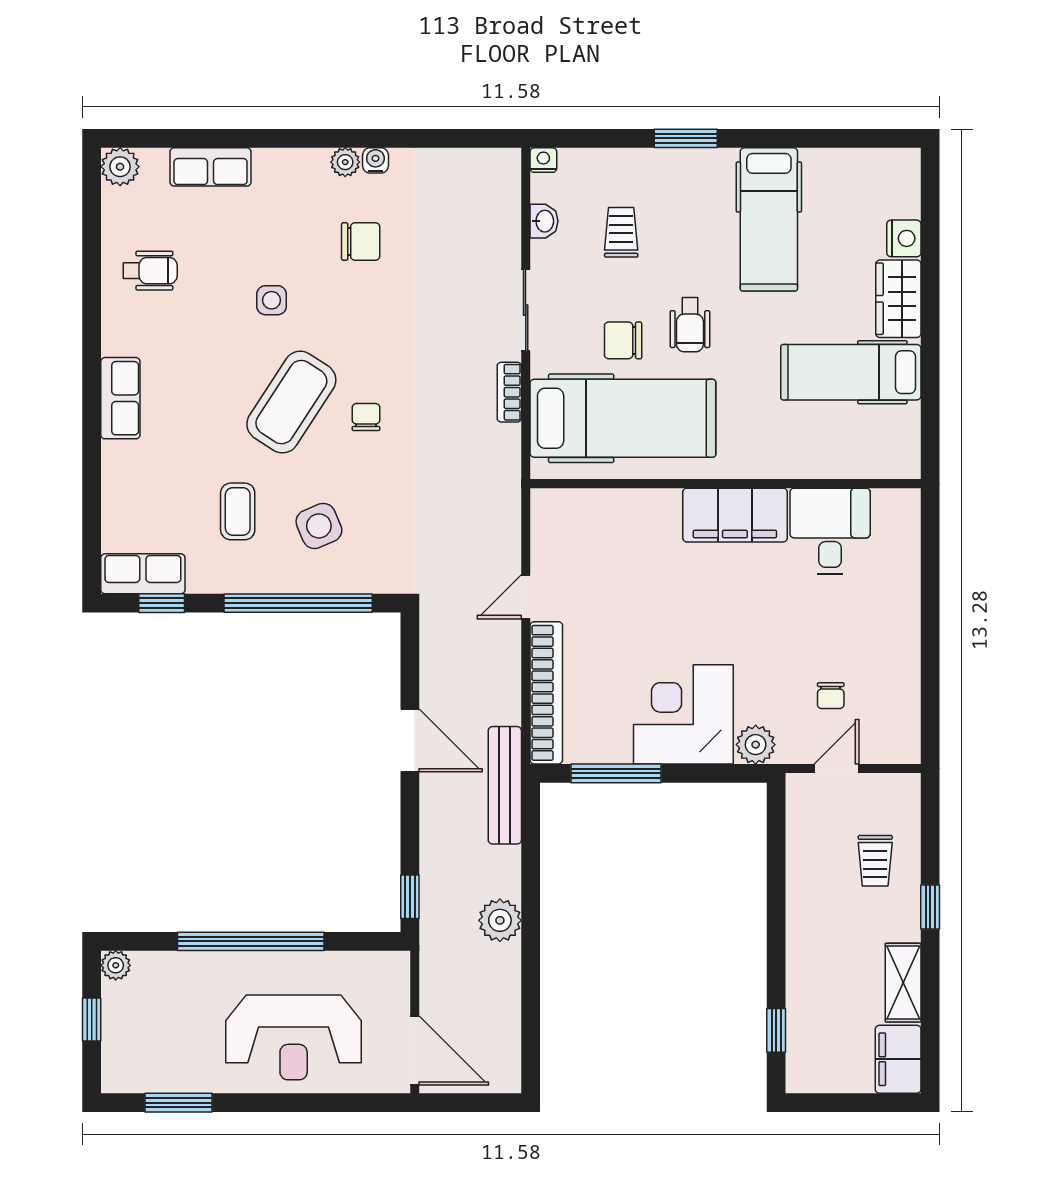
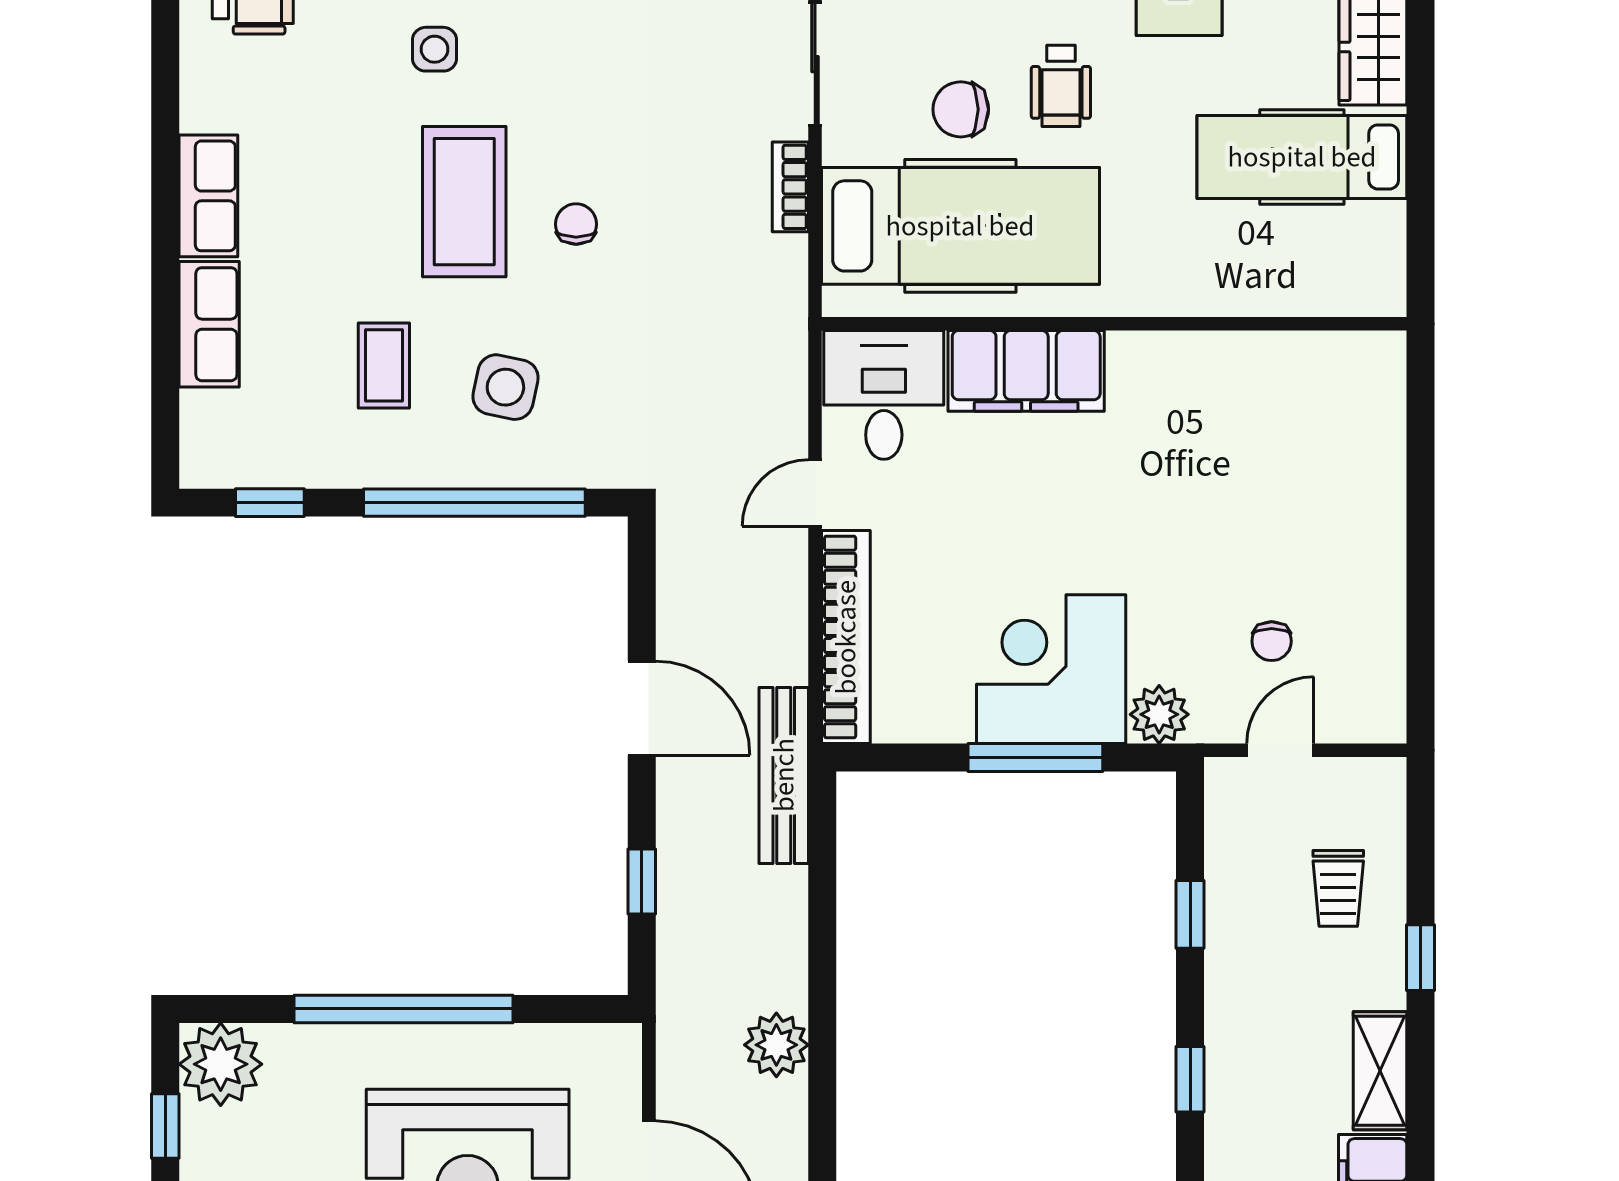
coffee table: (291, 402) -> (464, 202), turned -33
filing cabinet: (735, 515) -> (1026, 371), moved
side table: (319, 526) -> (505, 387), turned 35
desk: (830, 531) -> (884, 395), moved
row of seats: (143, 574) -> (209, 324), moved, turned 90
window: (616, 773) -> (1035, 757), moved
window: (776, 878) -> (1190, 914), added
window: (410, 897) -> (642, 882), moved
plant: (500, 920) -> (776, 1045), moved
plant: (116, 965) -> (221, 1064), width x1.88, depth x1.88
window: (776, 1030) -> (1190, 1079), moved

